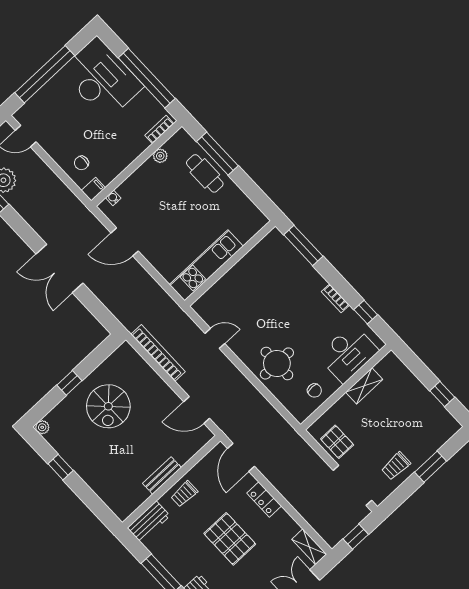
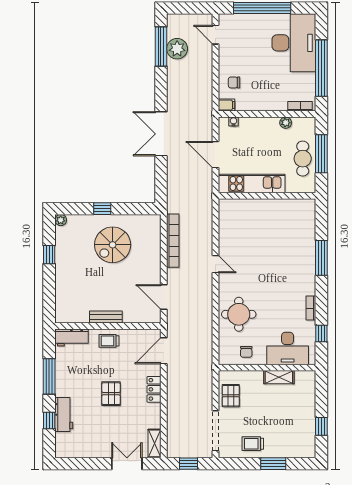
wall: (230, 263) -> (267, 196), moved
kitchen unit: (206, 265) -> (252, 183), moved
pallet: (230, 539) -> (111, 394), width x0.67, depth x0.71

